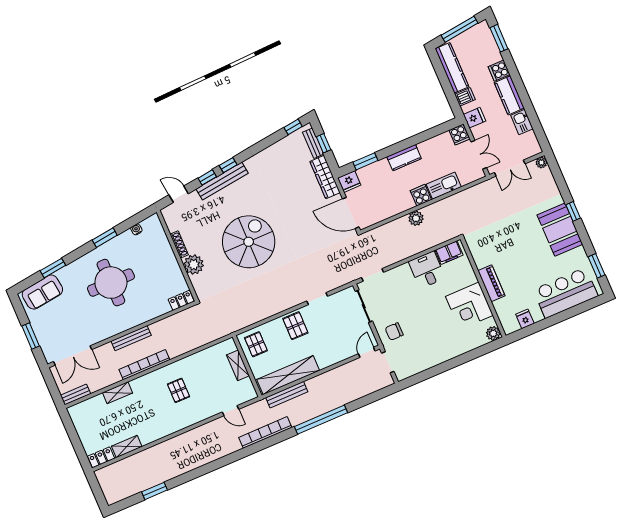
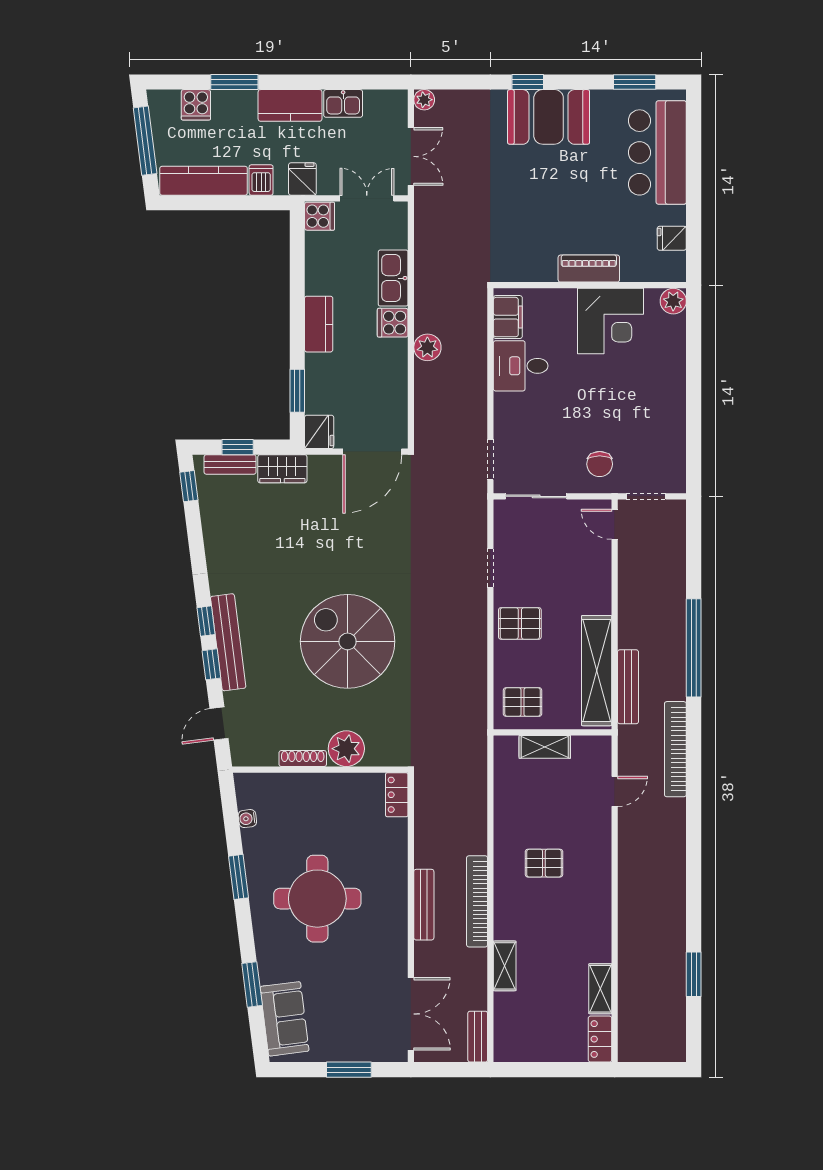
window: (499, 38) -> (234, 82), moved
cooker: (499, 71) -> (196, 105), moved
wardrobe: (325, 177) -> (282, 469), width x0.67

